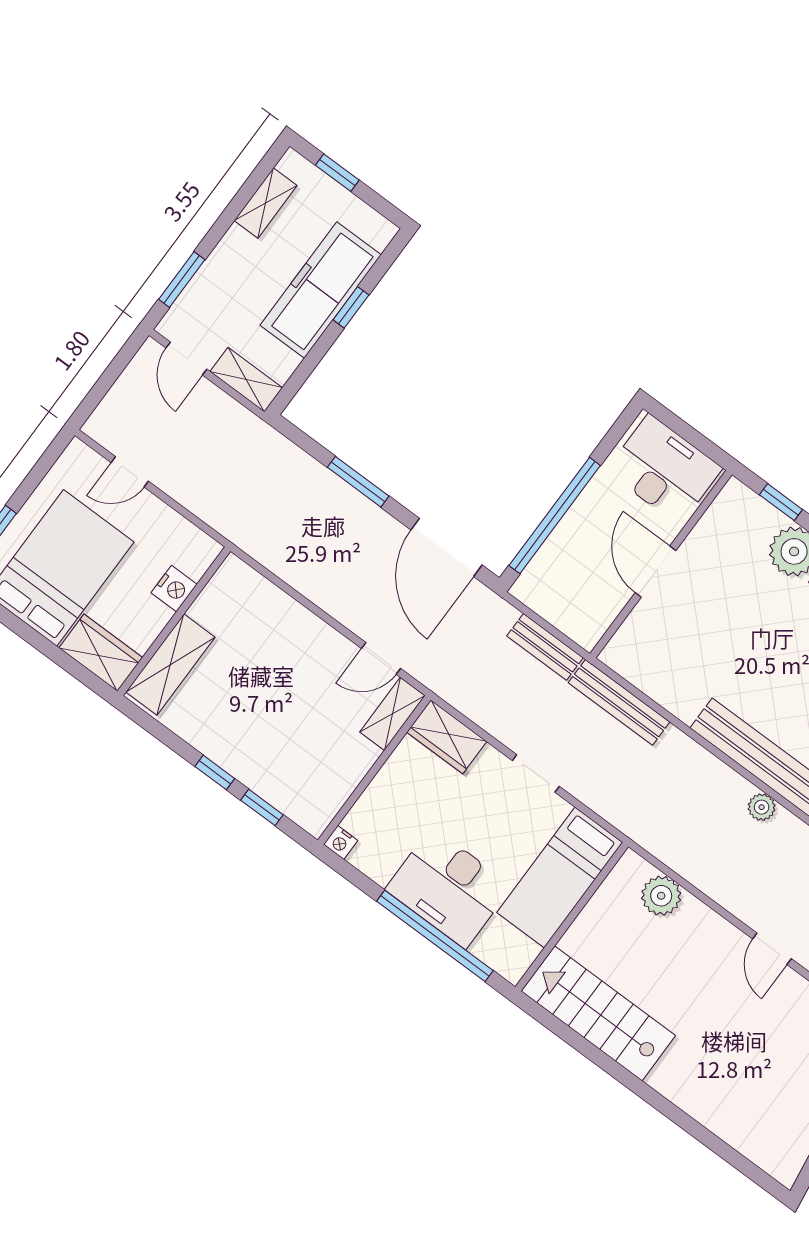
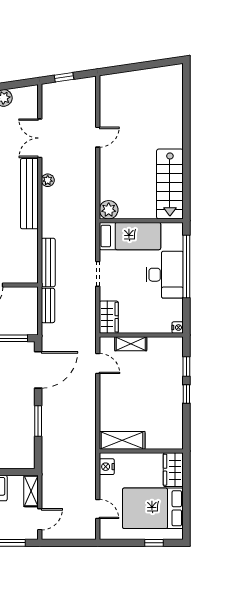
nightstand: (174, 588) -> (107, 467), moved, turned -90
shelving: (170, 665) -> (122, 440), moved
shelving: (392, 714) -> (131, 344), moved
plant: (661, 896) -> (109, 210), moved

